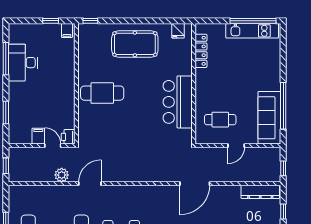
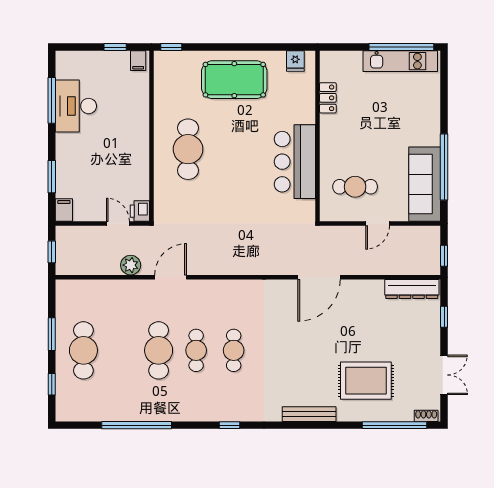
locker: (201, 51) -> (328, 98), width x0.66
cafe table: (102, 93) -> (188, 149), turned 90
filing cabinet: (38, 136) -> (64, 210), moved

